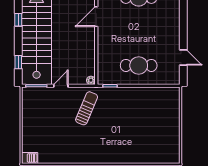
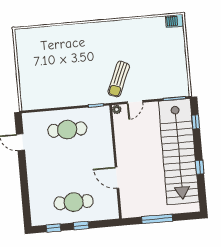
door: (96, 17) -> (117, 178), swing flipped
door: (61, 86) -> (135, 102), moved

